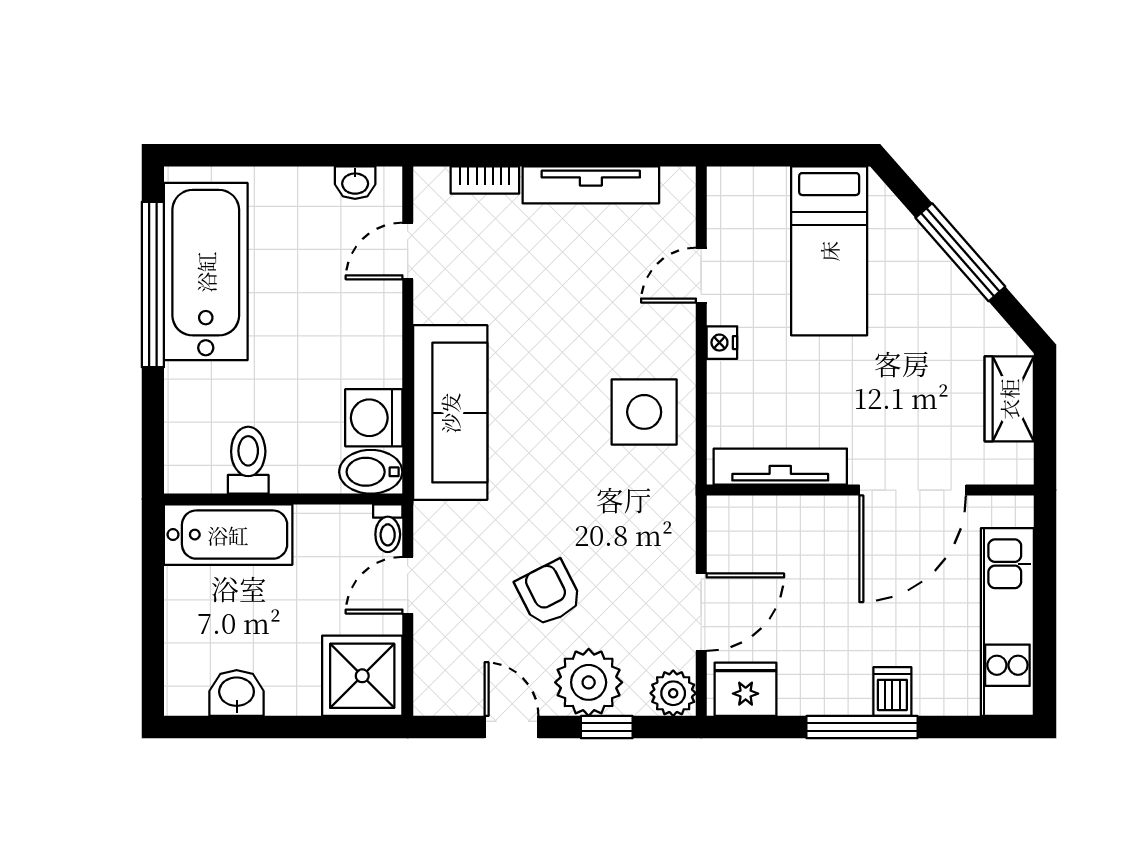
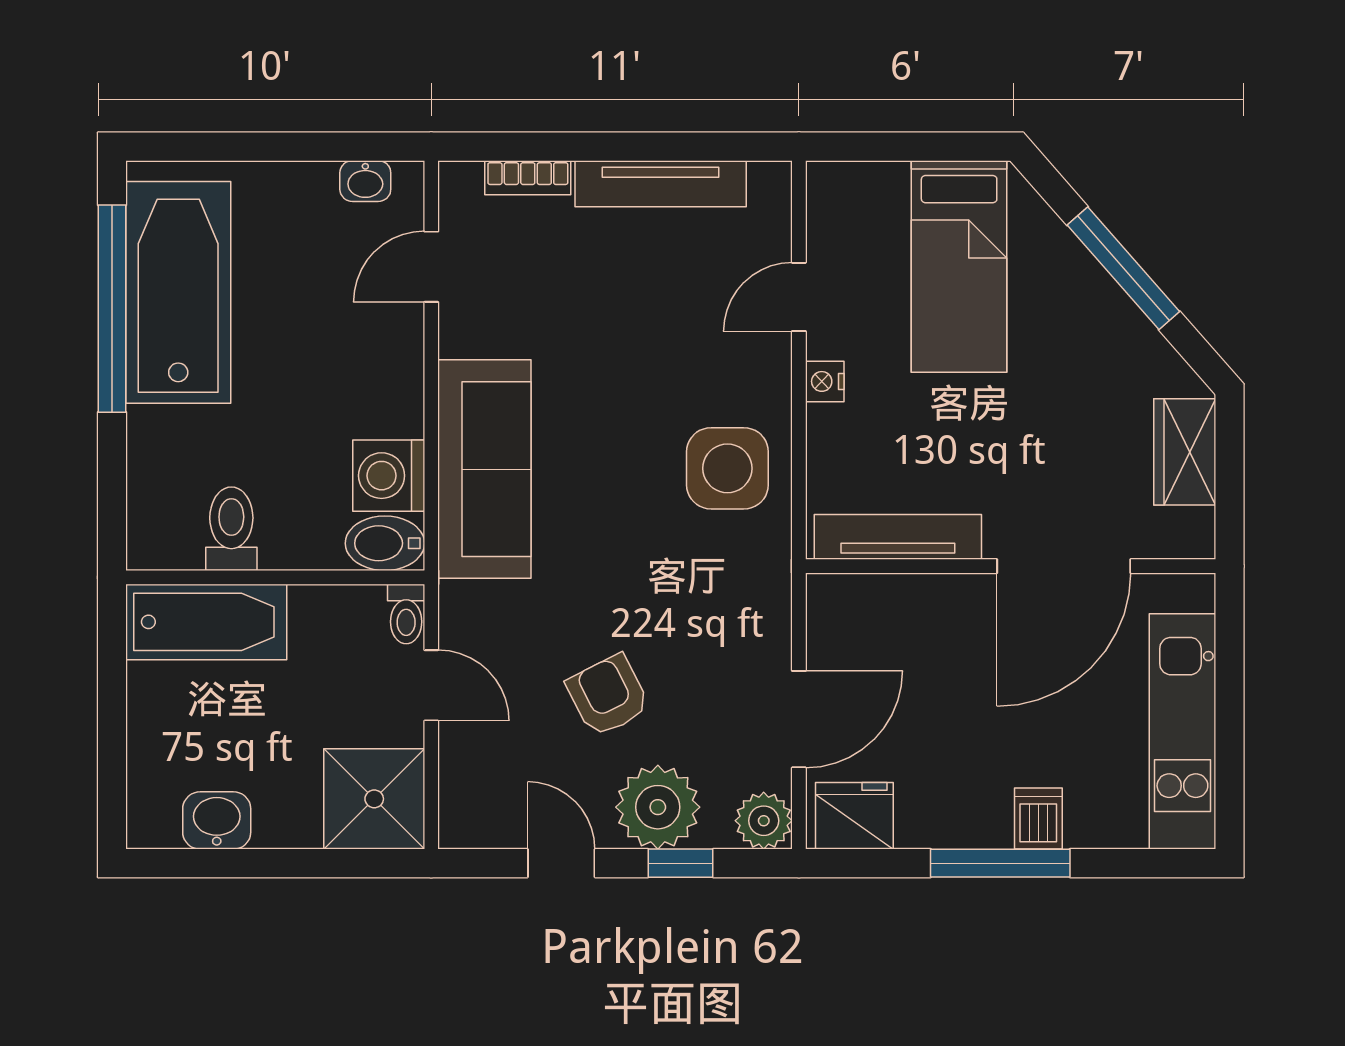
door: (408, 585) -> (431, 685), swing flipped

